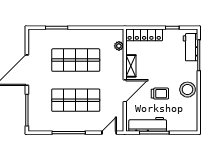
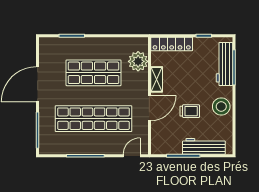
plant: (119, 46) -> (138, 61), width x1.88, depth x1.88
workbench: (190, 47) -> (225, 64), width x1.37
shop shelf: (76, 100) -> (94, 119), width x1.40
workbench: (148, 124) -> (204, 146), moved

